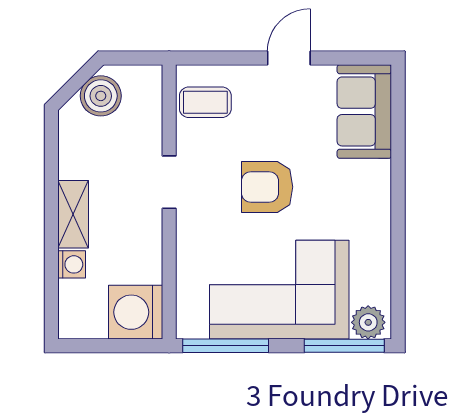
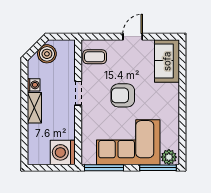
washing machine: (72, 264) -> (34, 85), moved

